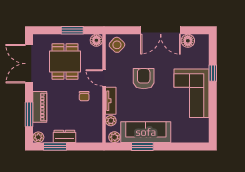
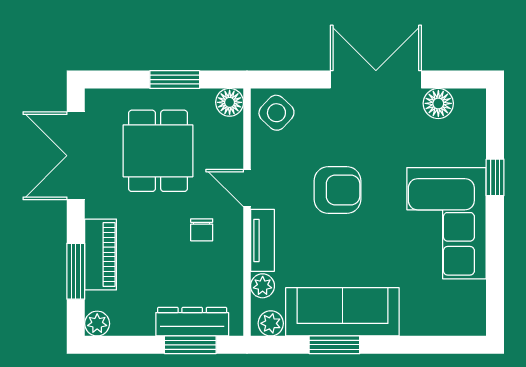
double door: (161, 30) -> (376, 80), swing flipped
armchair: (144, 79) -> (337, 190), turned 90
dresser: (64, 136) -> (192, 322), moved, width x1.44
window: (55, 147) -> (190, 345), moved

